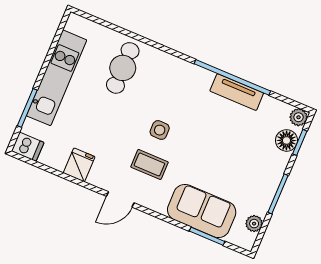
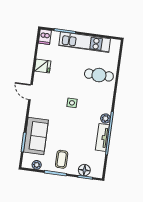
plant: (299, 117) -> (105, 118), moved
coffee table: (149, 164) -> (62, 159), moved

